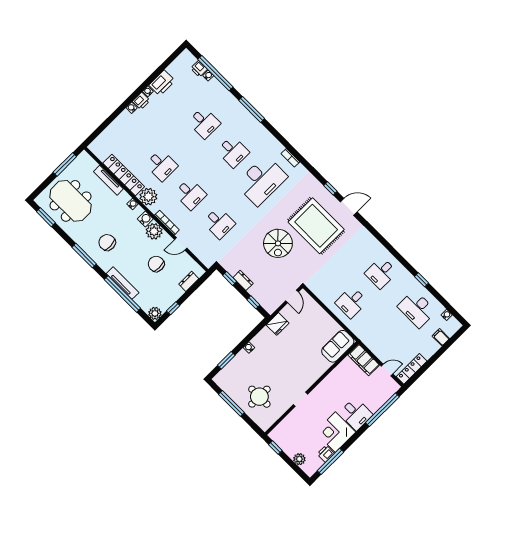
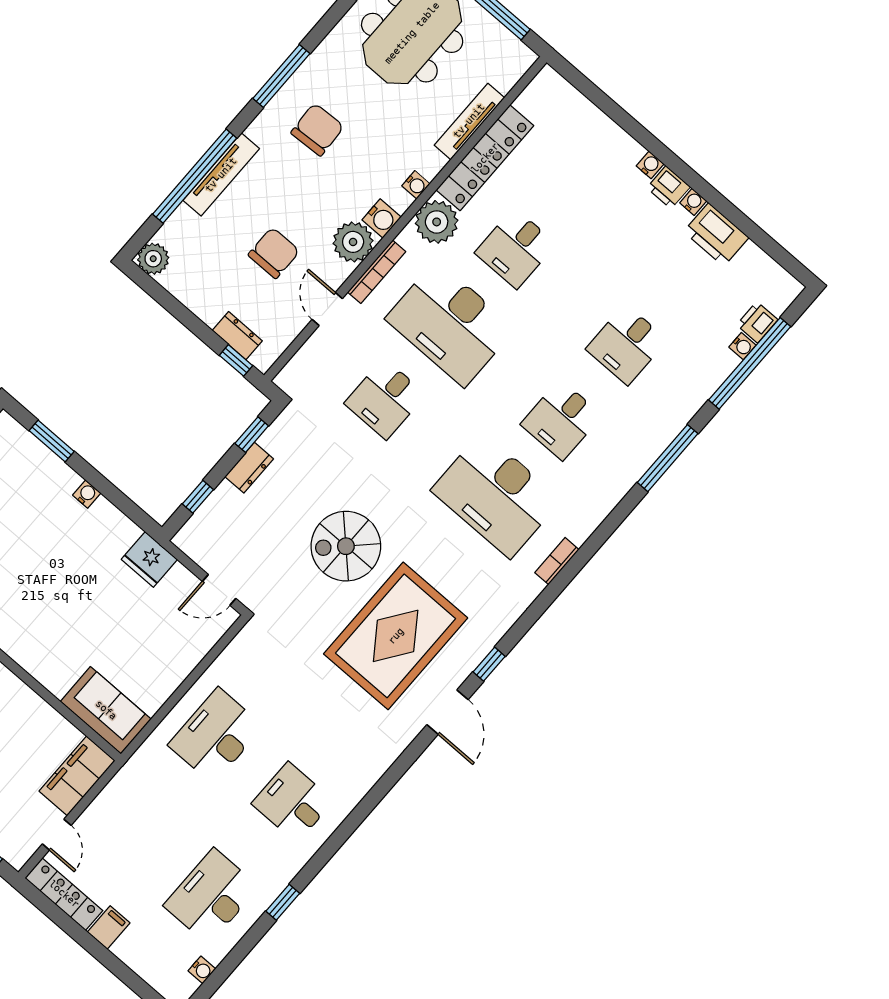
desk: (190, 194) -> (450, 324), width x1.87, depth x1.30
desk: (351, 302) -> (216, 736), width x1.37
window: (173, 308) -> (236, 360), moved
filing cabinet: (441, 337) -> (109, 927), moved

